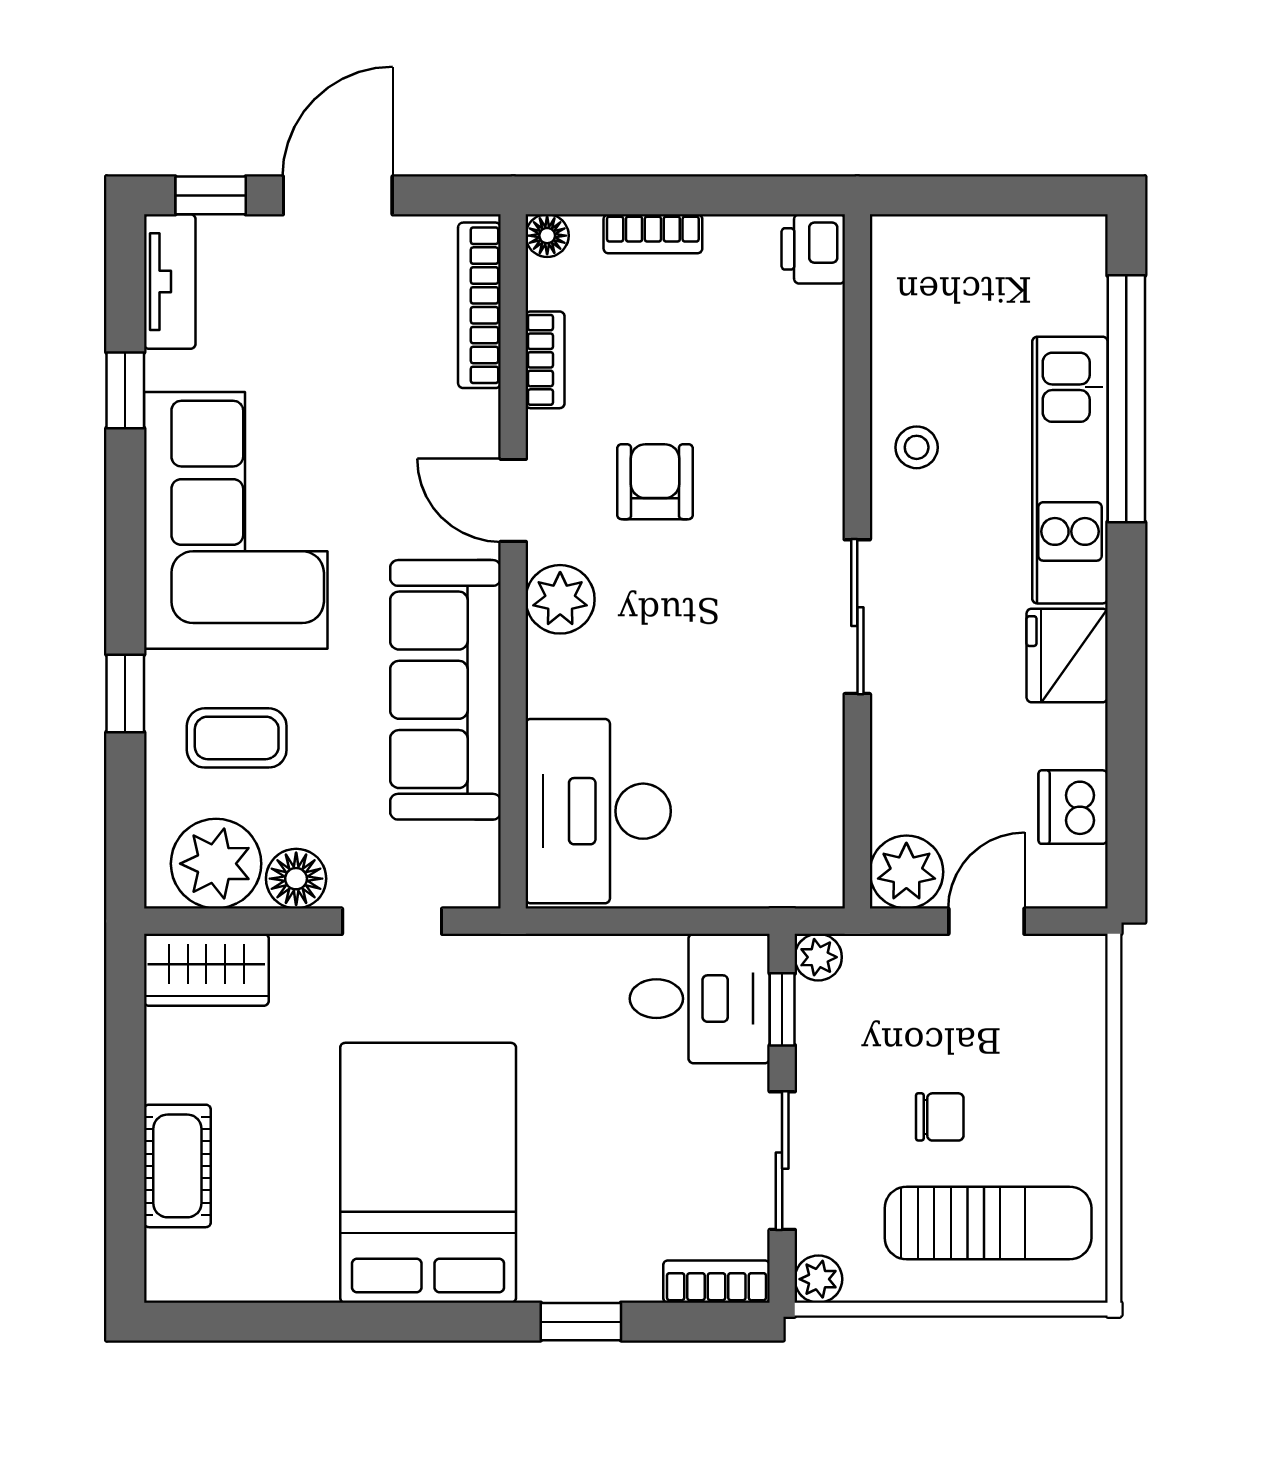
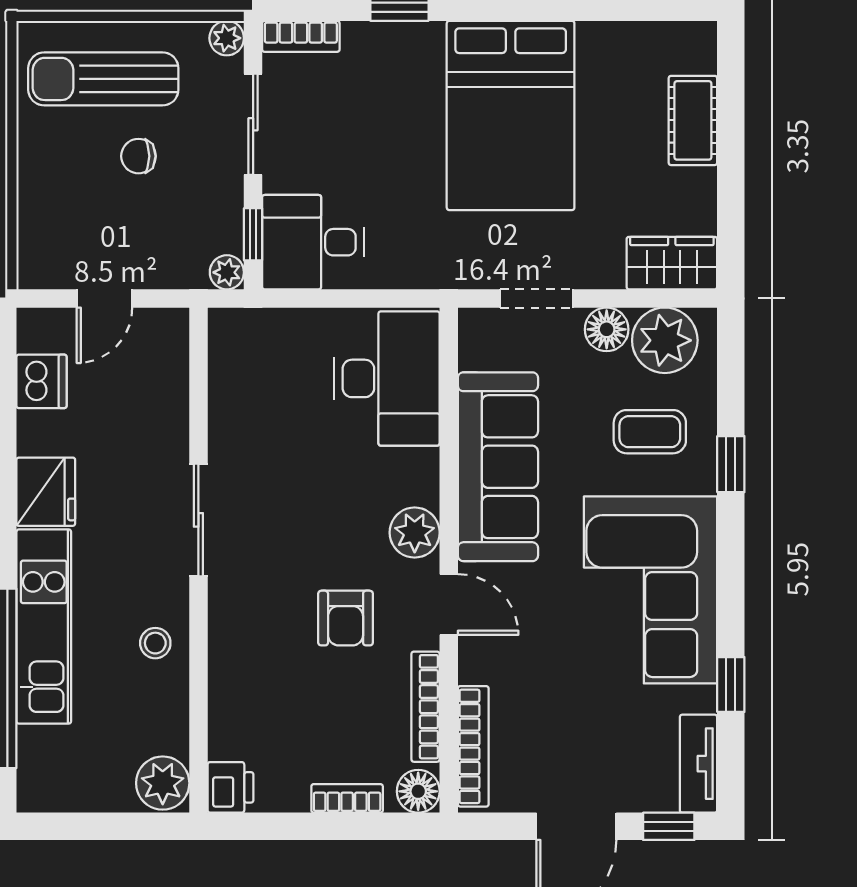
floor lamp: (547, 236) -> (418, 791), width x1.37, depth x1.37
bookcase: (545, 360) -> (425, 707), width x1.56
plant: (906, 872) -> (163, 783), moved

